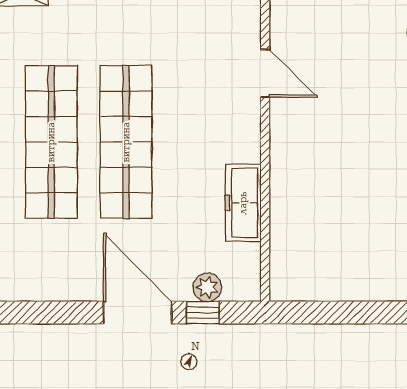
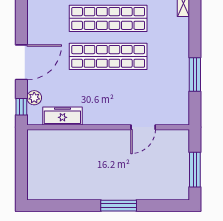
freezer: (243, 203) -> (62, 116), moved
window: (203, 313) -> (21, 107), moved

